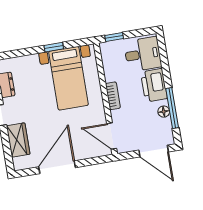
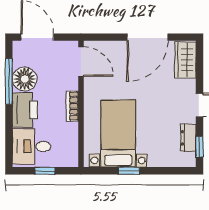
window: (114, 37) -> (45, 171), moved
floor lamp: (164, 112) -> (25, 79), width x1.89, depth x1.89
wardrobe: (18, 140) -> (185, 60), moved

